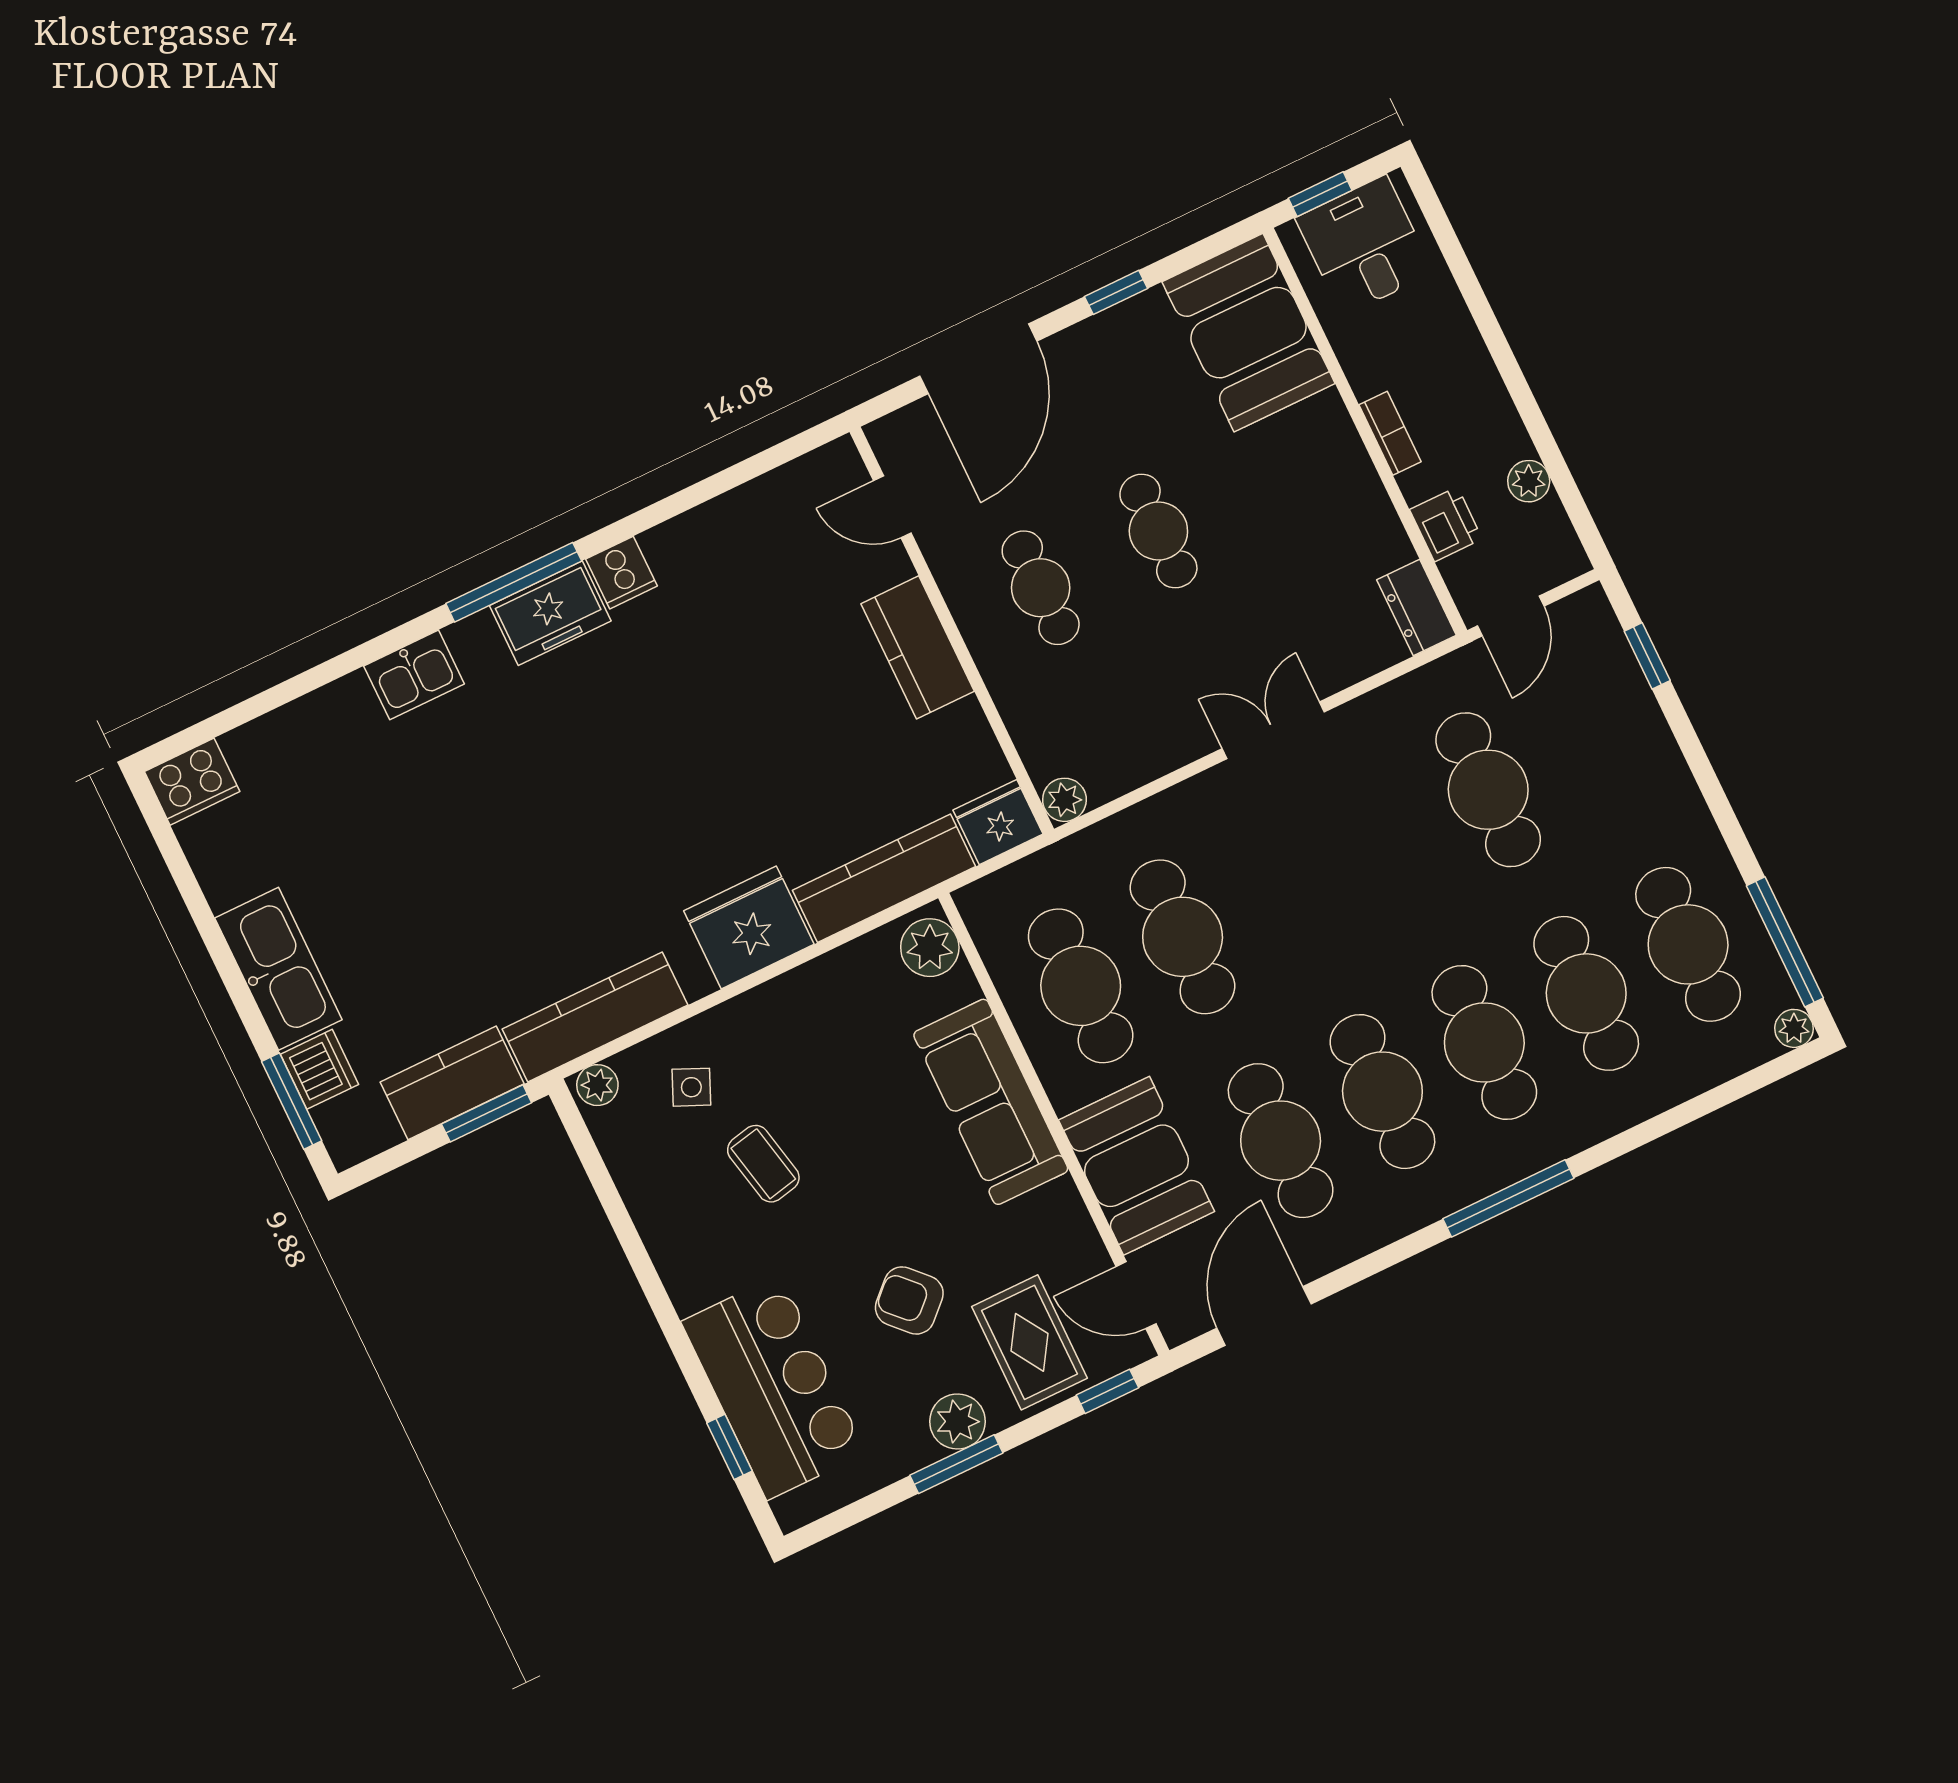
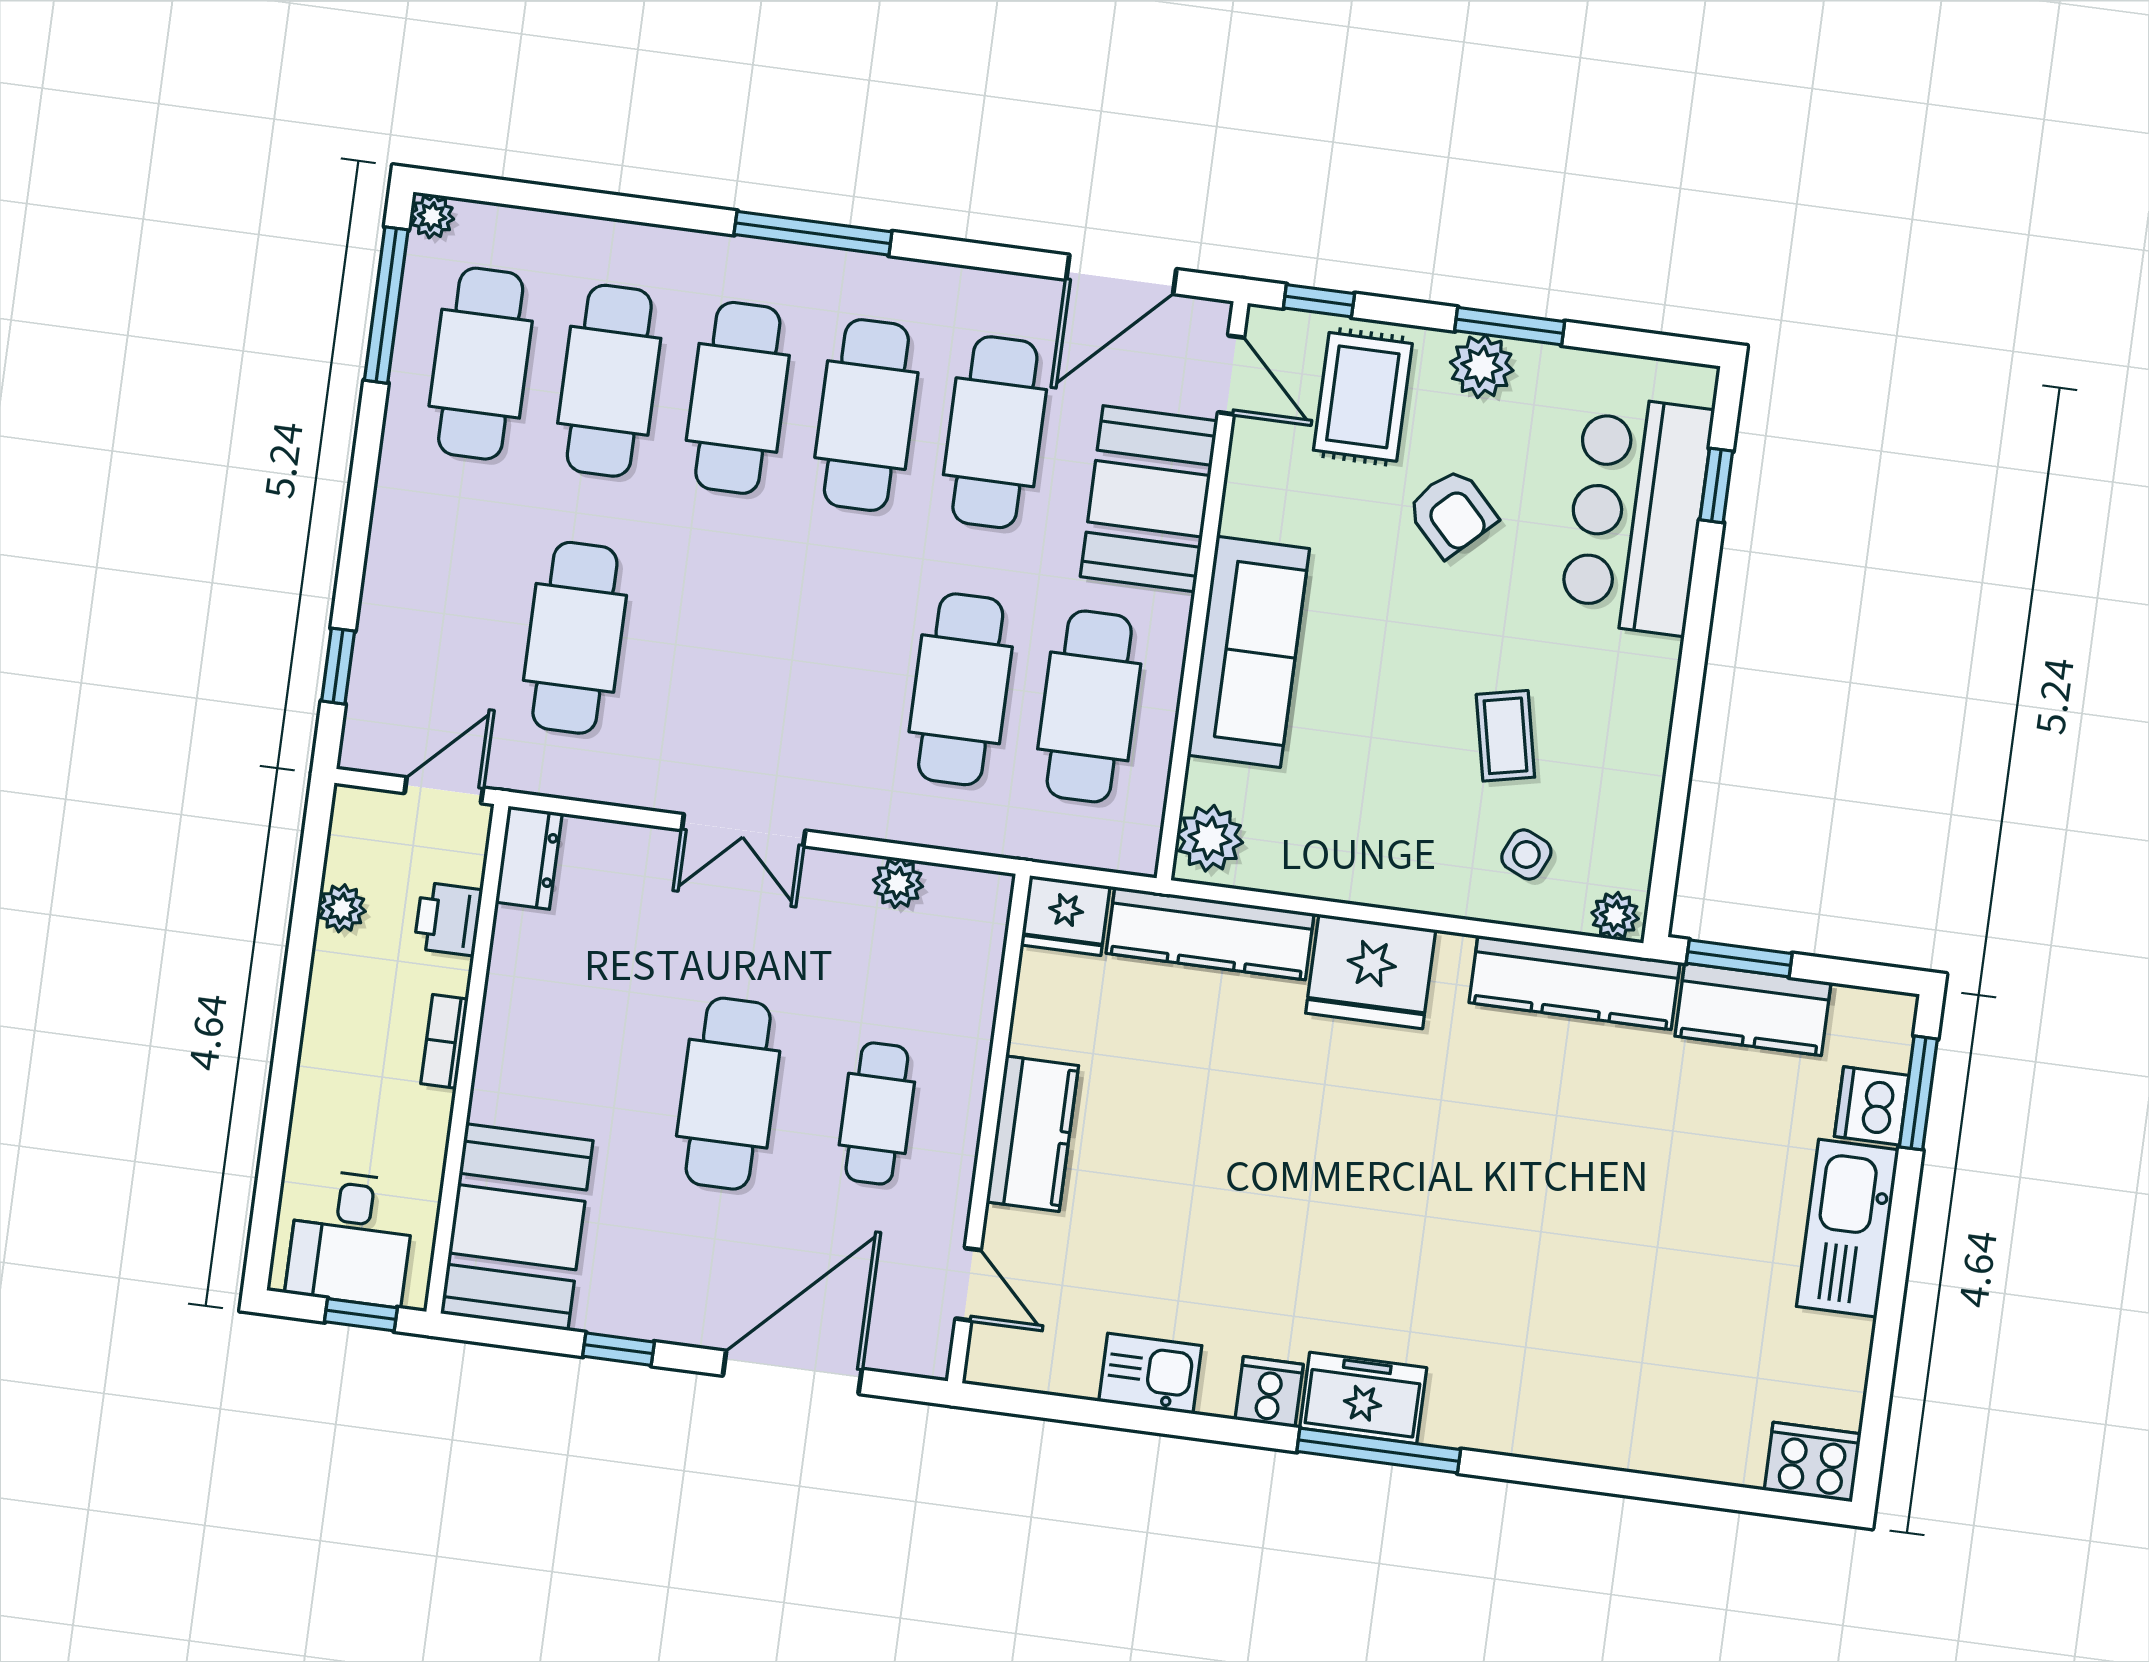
cafe table: (1158, 531) -> (728, 1094), width x1.37, depth x1.35
kitchen sink: (414, 675) -> (1150, 1374), moved
plant: (1064, 800) -> (898, 883), moved

